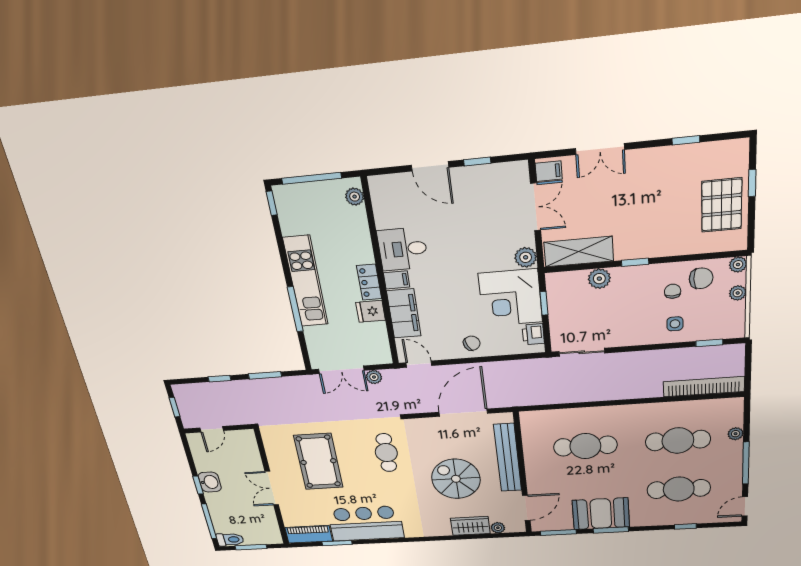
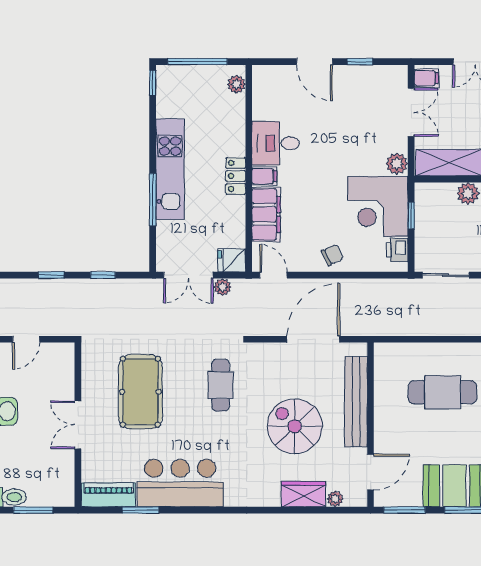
fridge: (371, 311) -> (232, 260), moved
window: (265, 375) -> (103, 275), width x0.67

